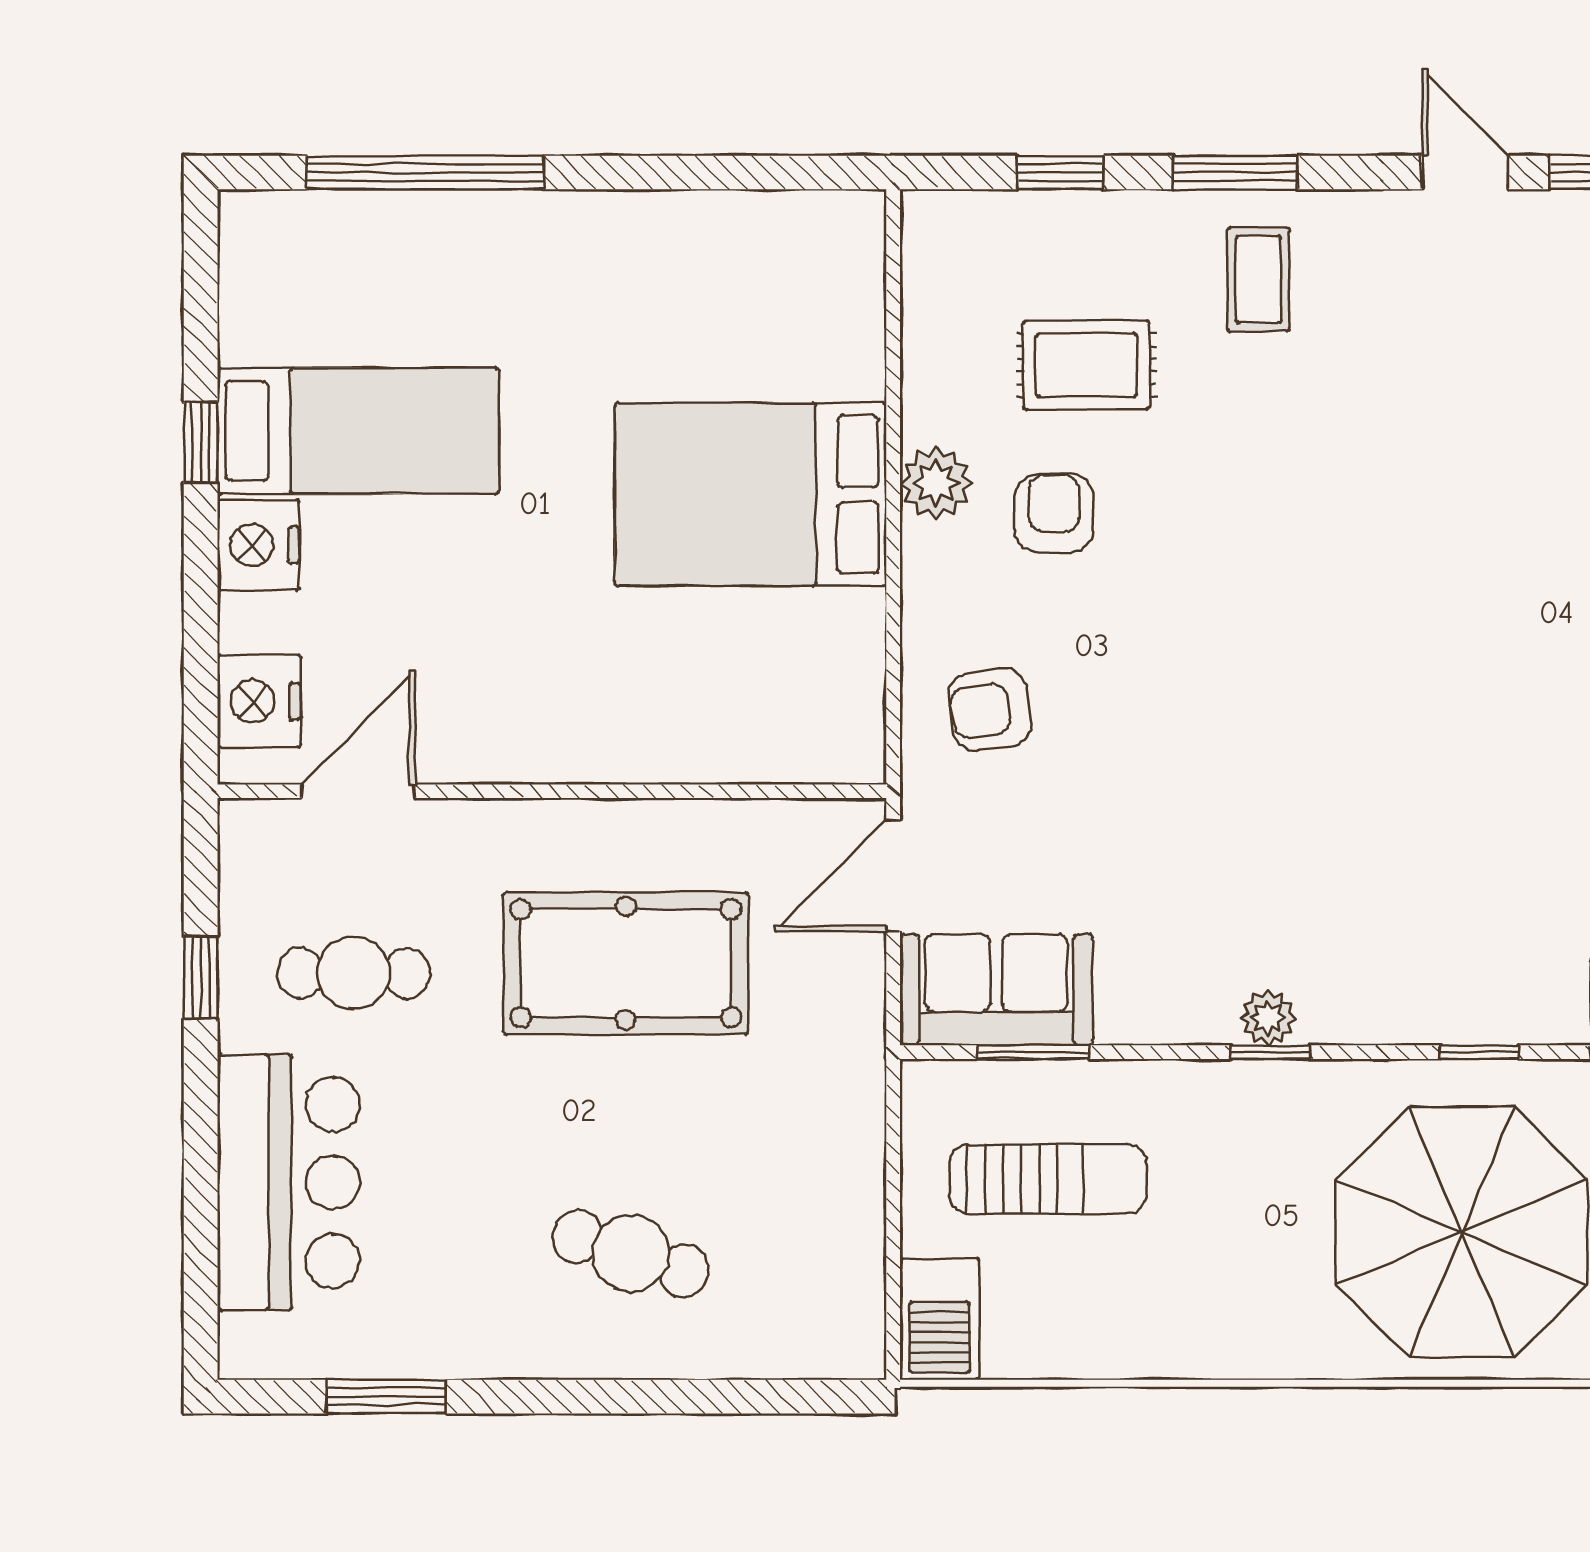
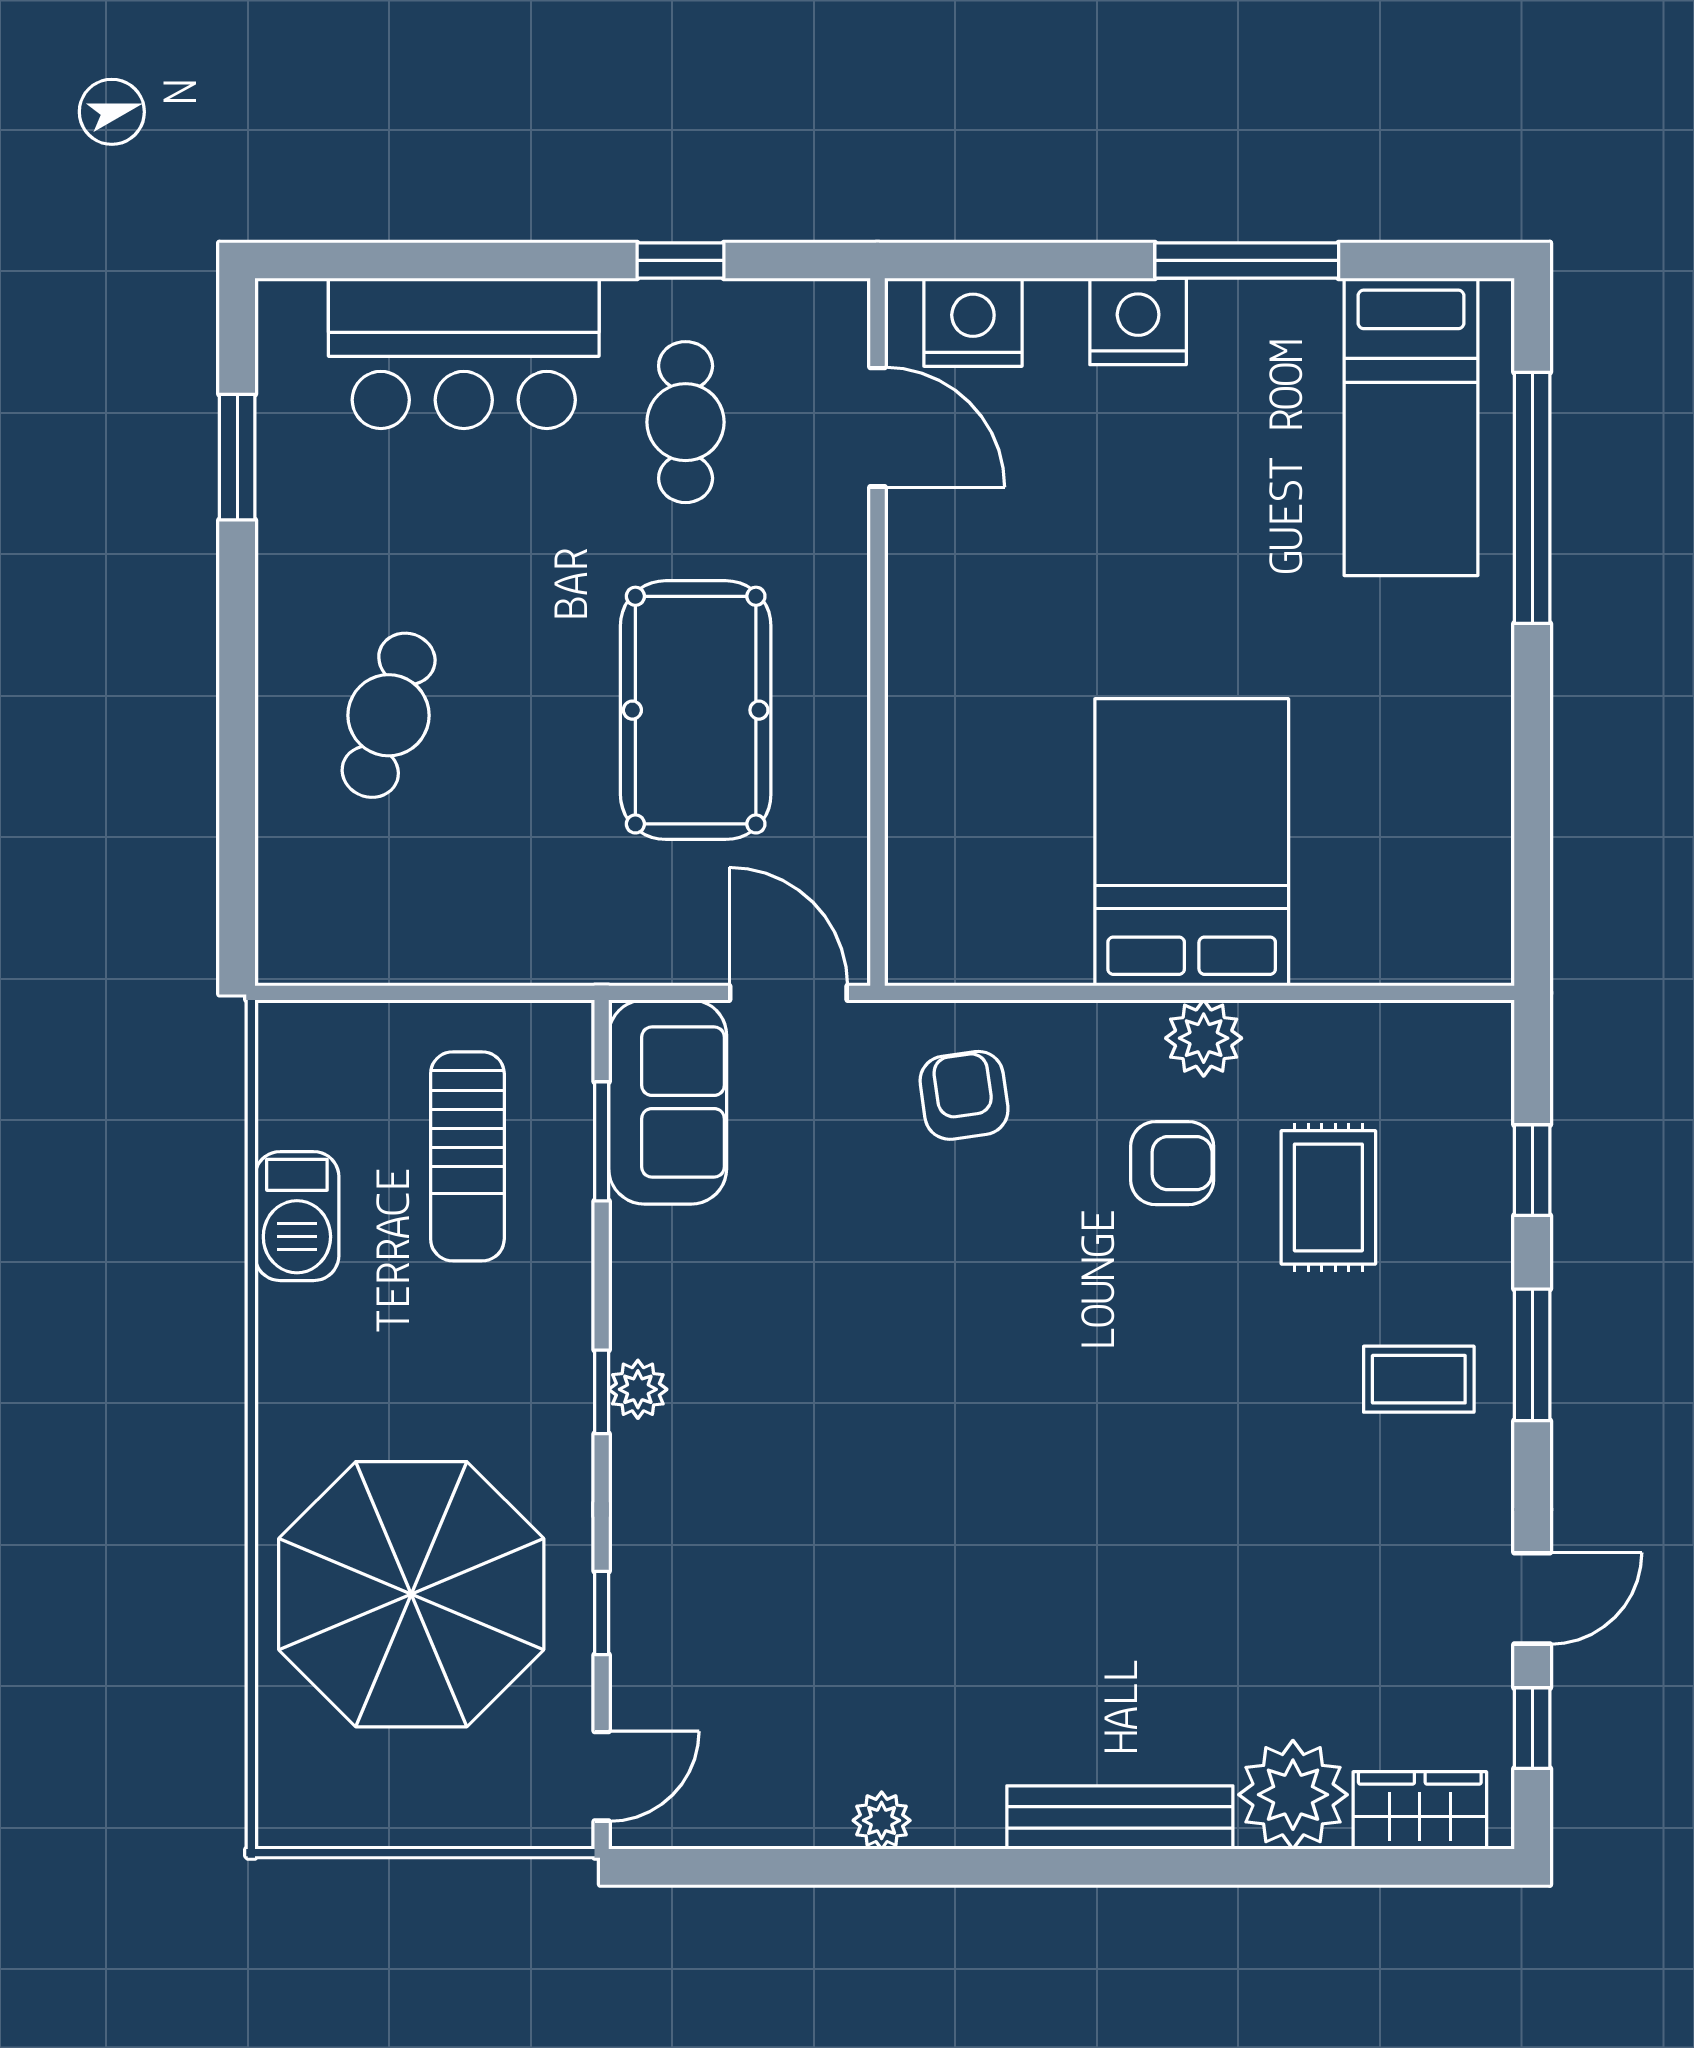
bed: (358, 431) -> (1411, 427), moved
window: (201, 442) -> (1247, 260), width x2.17
barbecue: (940, 1319) -> (297, 1216), moved, turned -90

